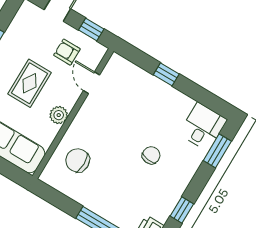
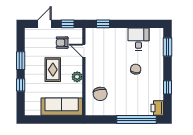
window: (166, 74) -> (103, 24), moved
desk: (203, 127) -> (138, 39), moved
chair: (78, 160) -> (100, 94), turned -100

